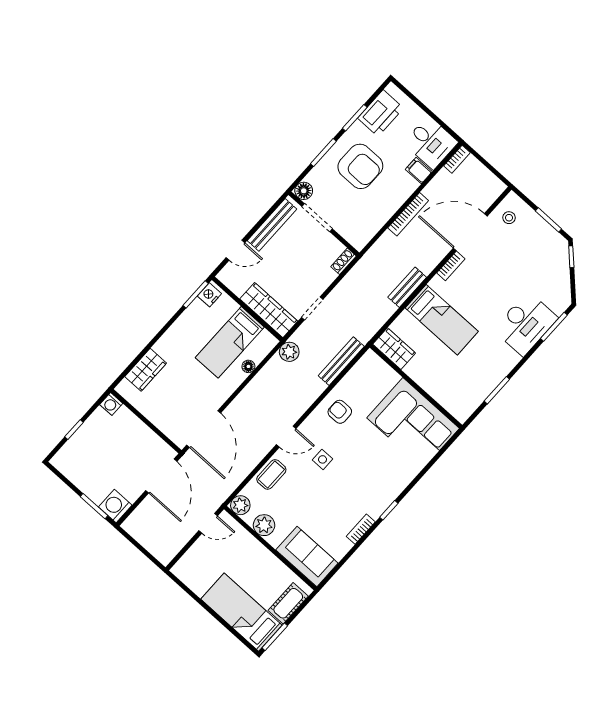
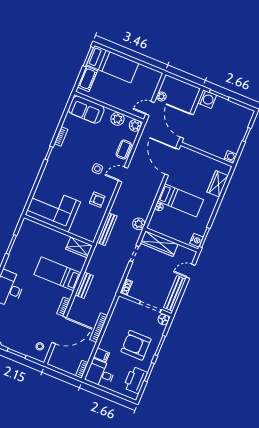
bed: (230, 342) -> (180, 200), moved, turned 90
plant: (184, 535) -> (161, 96), added

